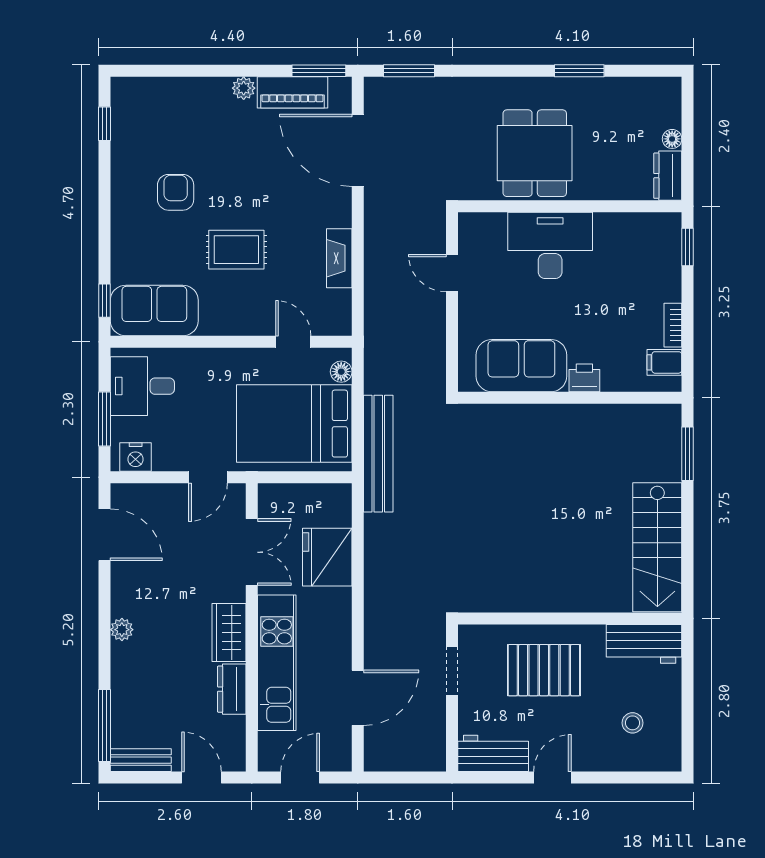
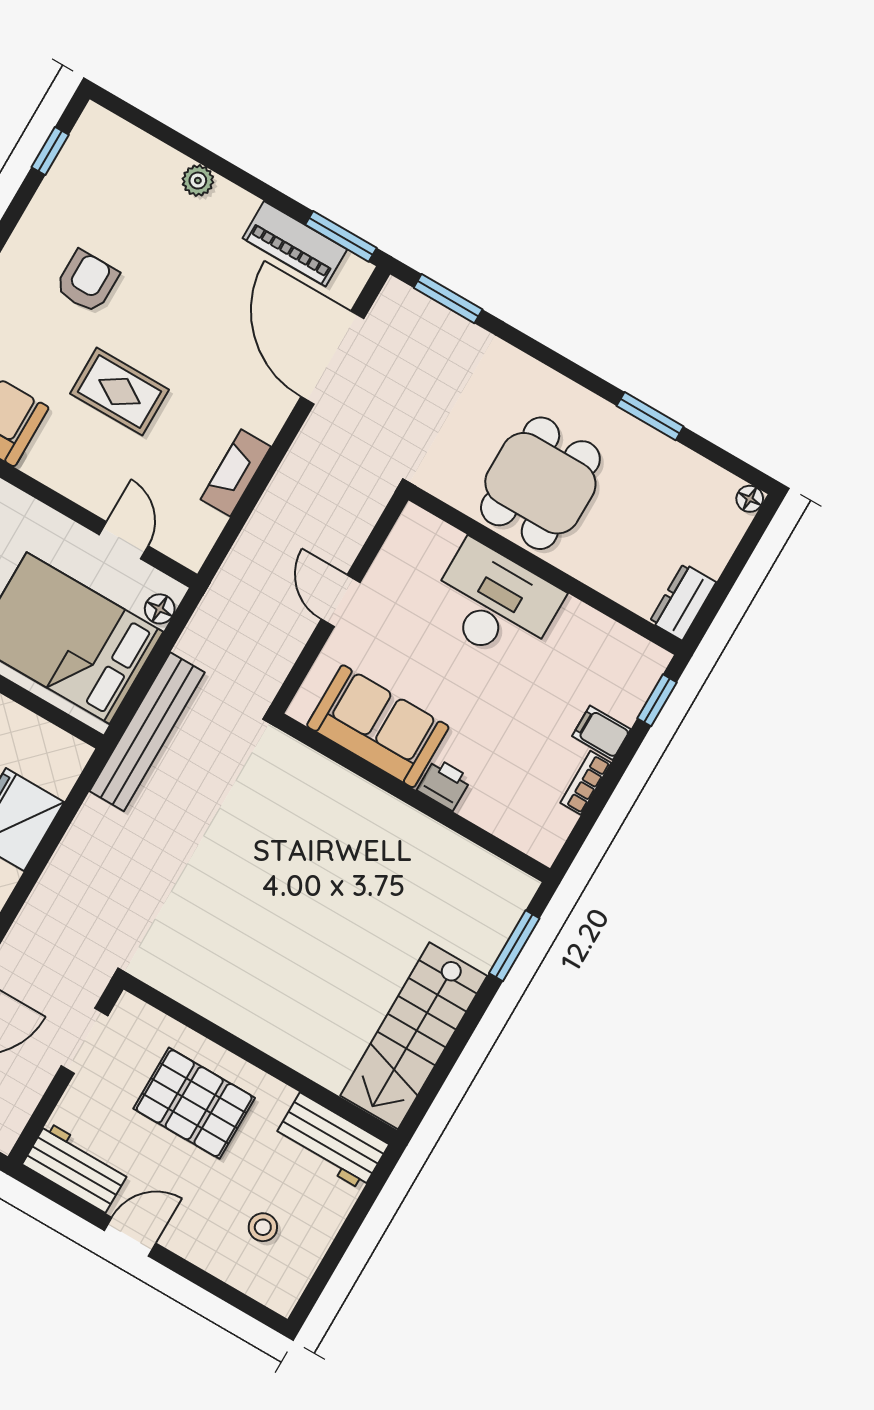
plant: (244, 88) -> (198, 181), moved
floor lamp: (672, 139) -> (750, 499), moved
door: (452, 273) -> (341, 601), moved
filing cabinet: (664, 362) -> (601, 733), moved

